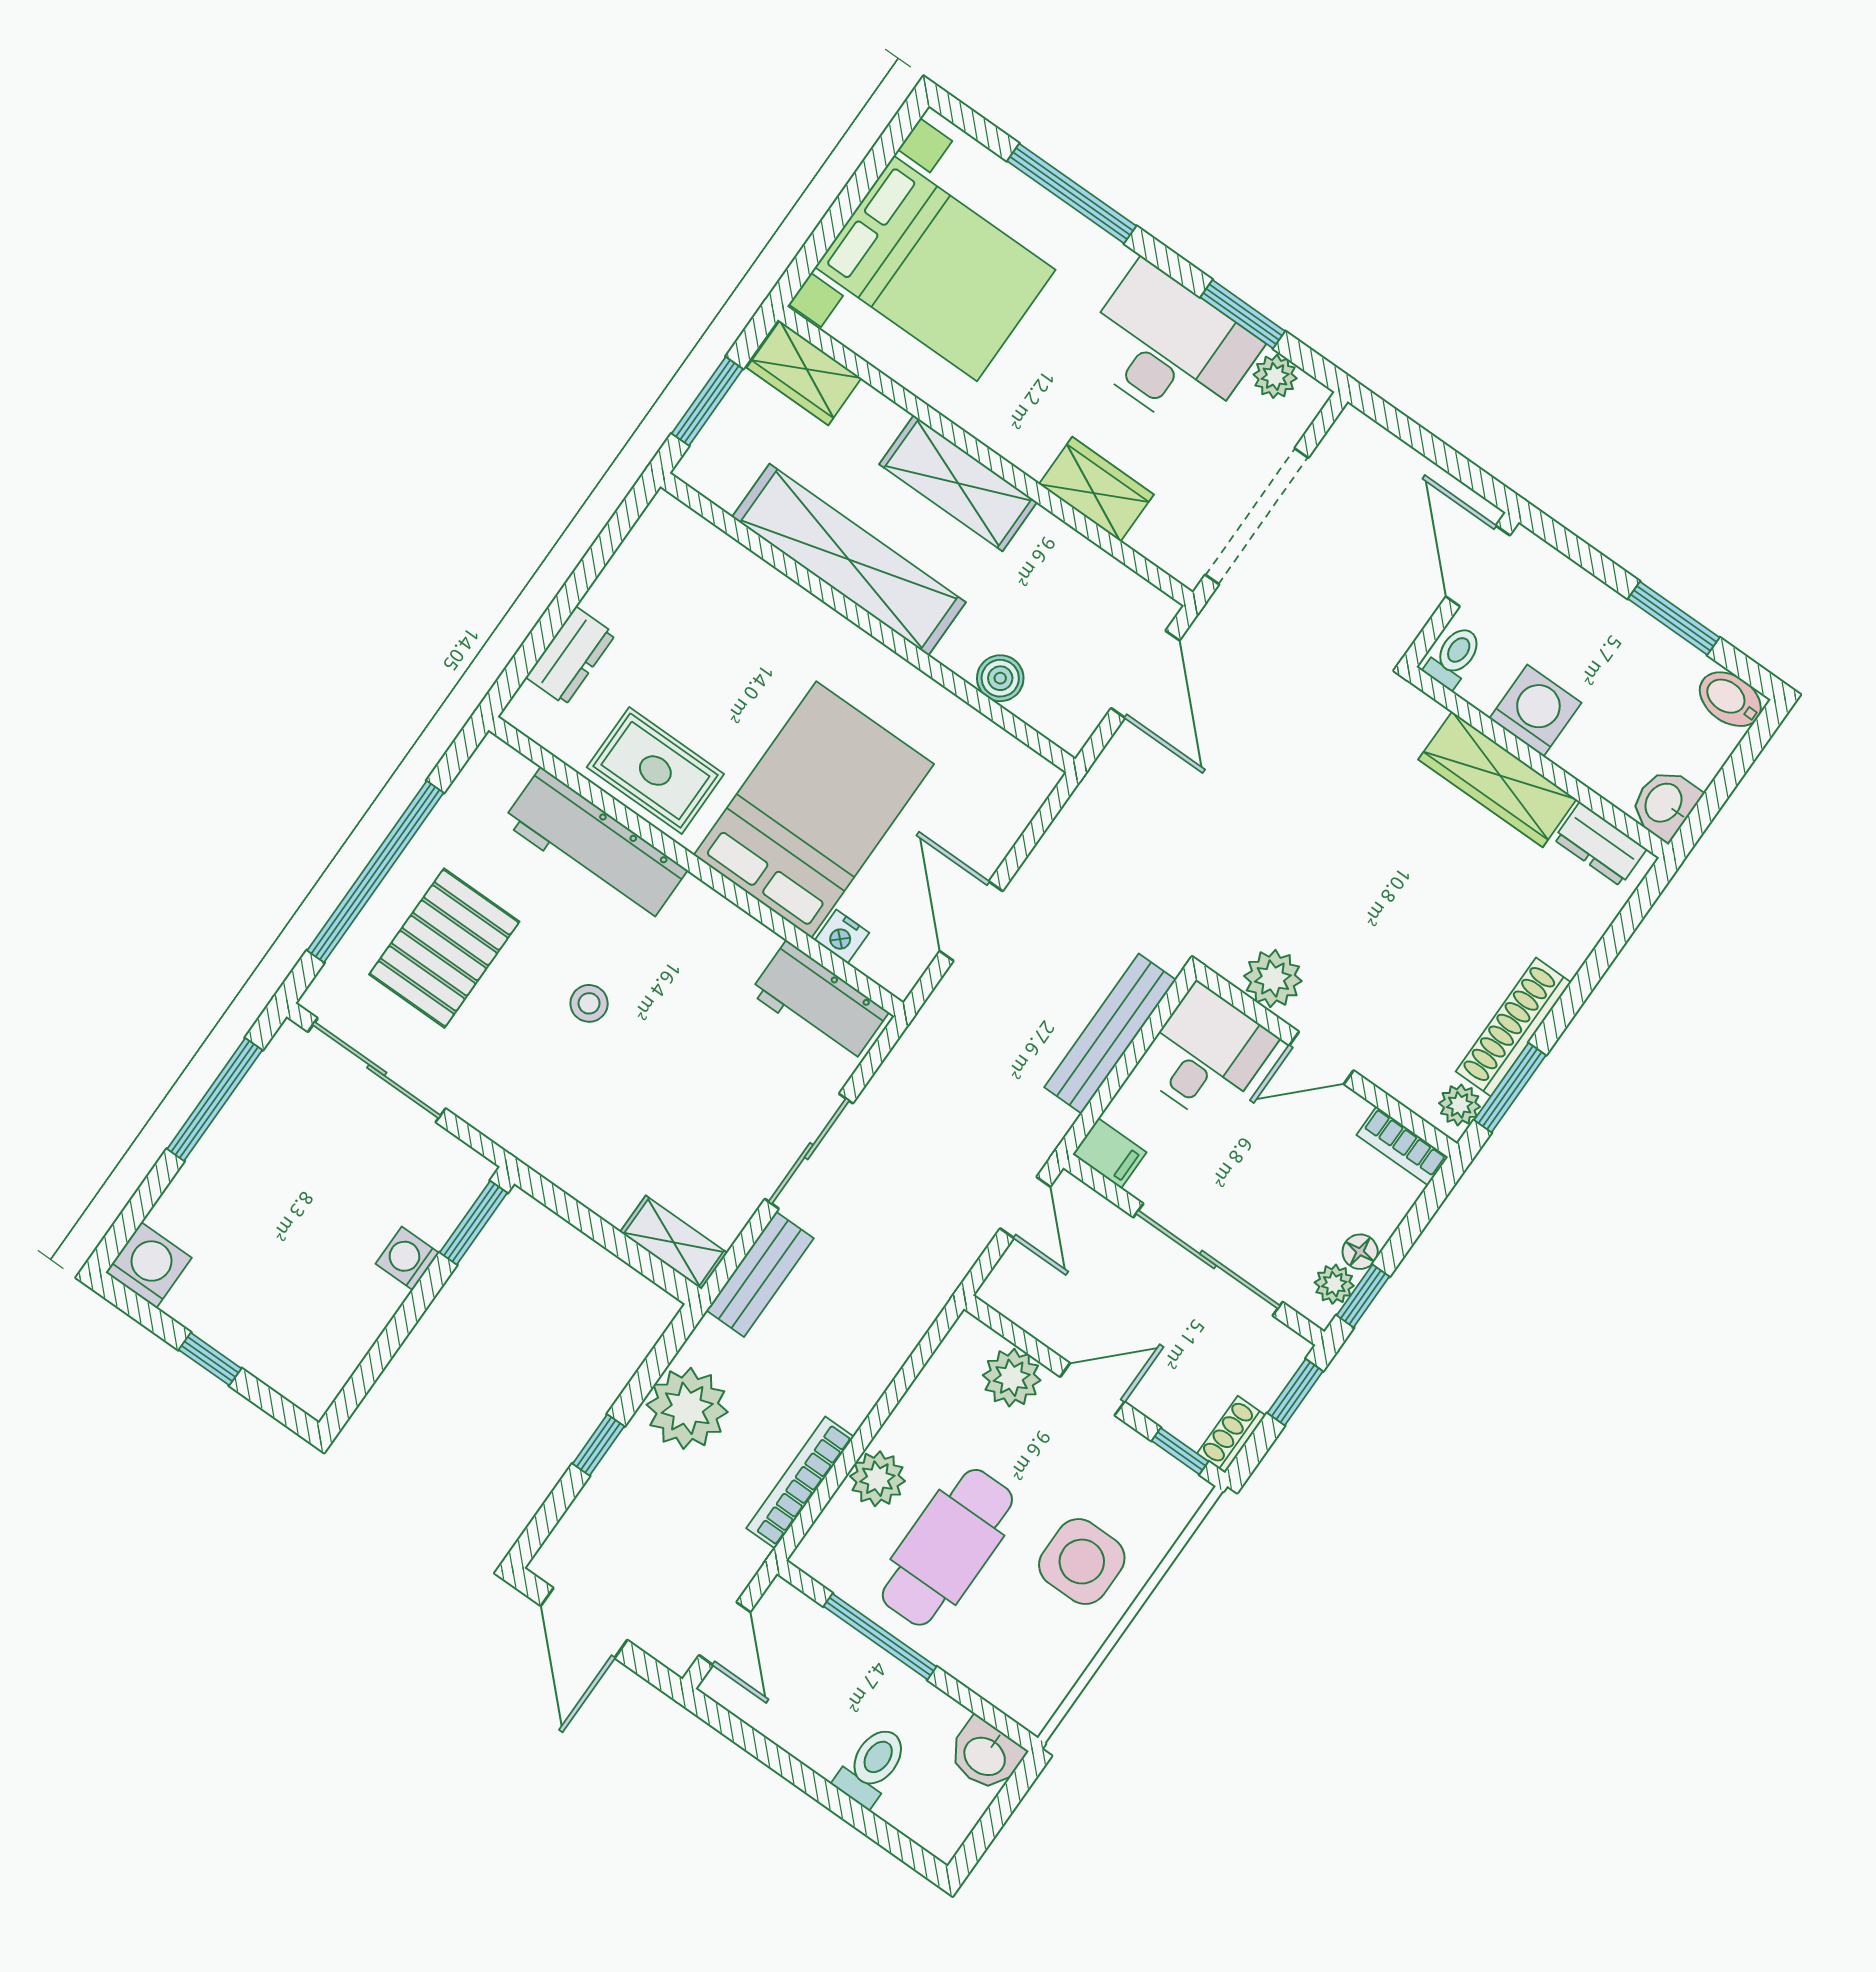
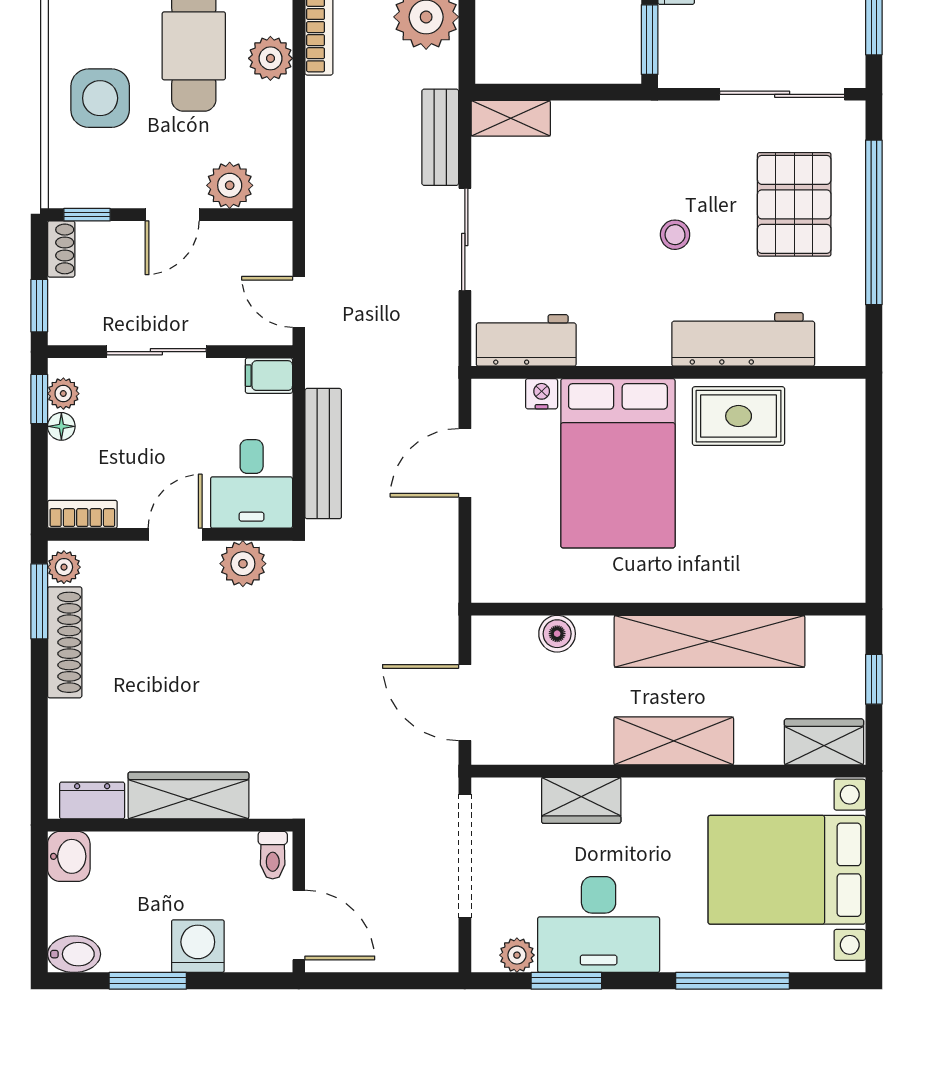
window: (707, 401) -> (874, 679), width x0.67
dresser: (571, 656) -> (846, 452), removed
washing machine: (1535, 711) -> (198, 946), moved, turned 180
door: (971, 921) -> (465, 463), swing flipped
sliding door: (1208, 1260) -> (156, 352), width x0.73

